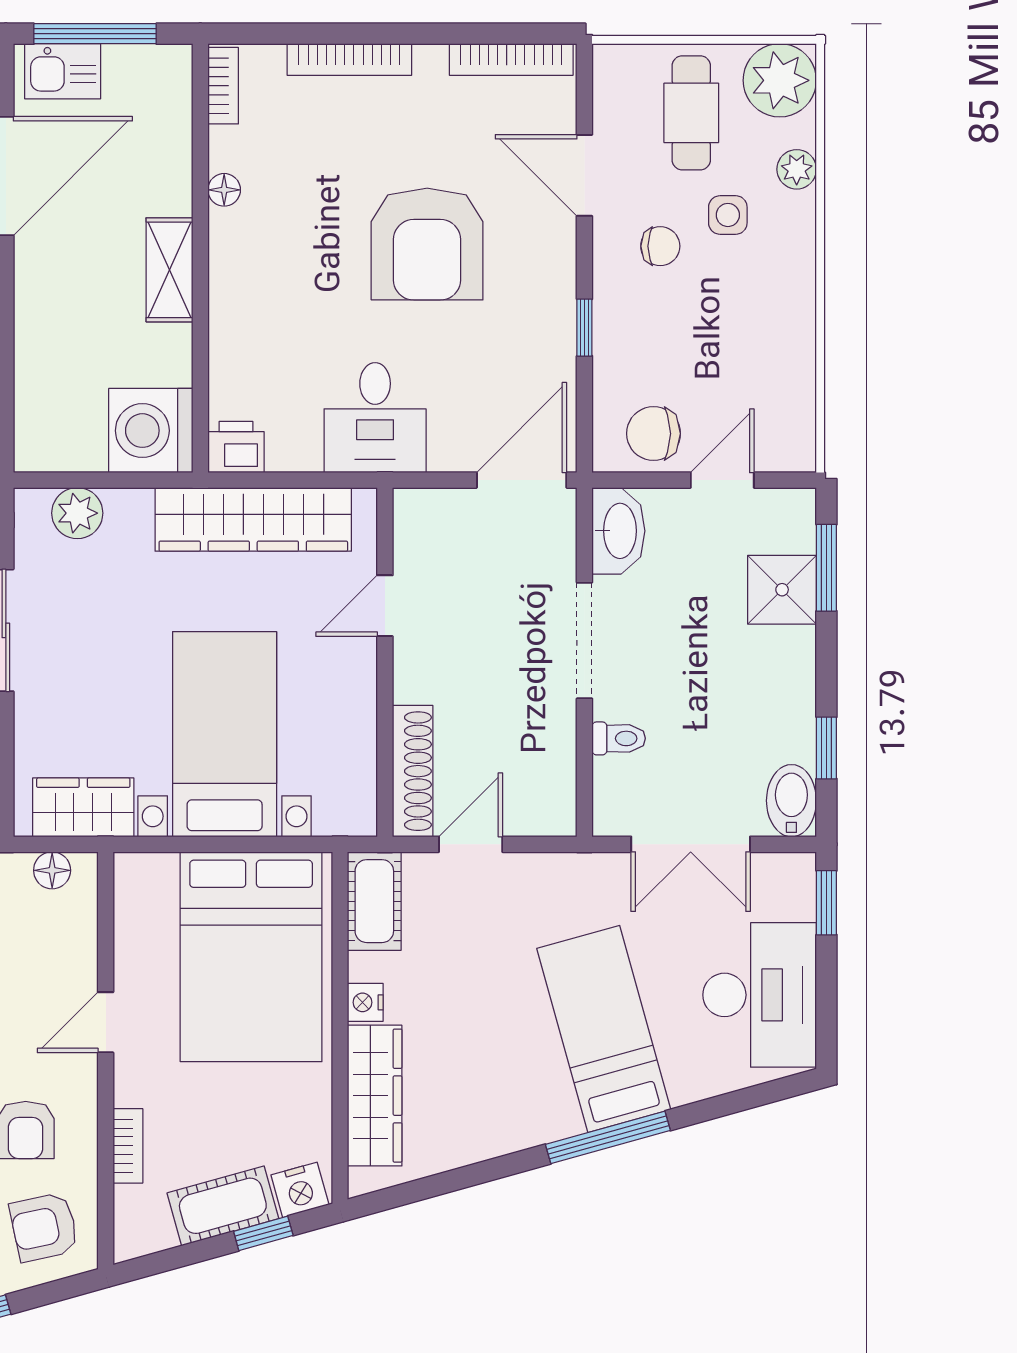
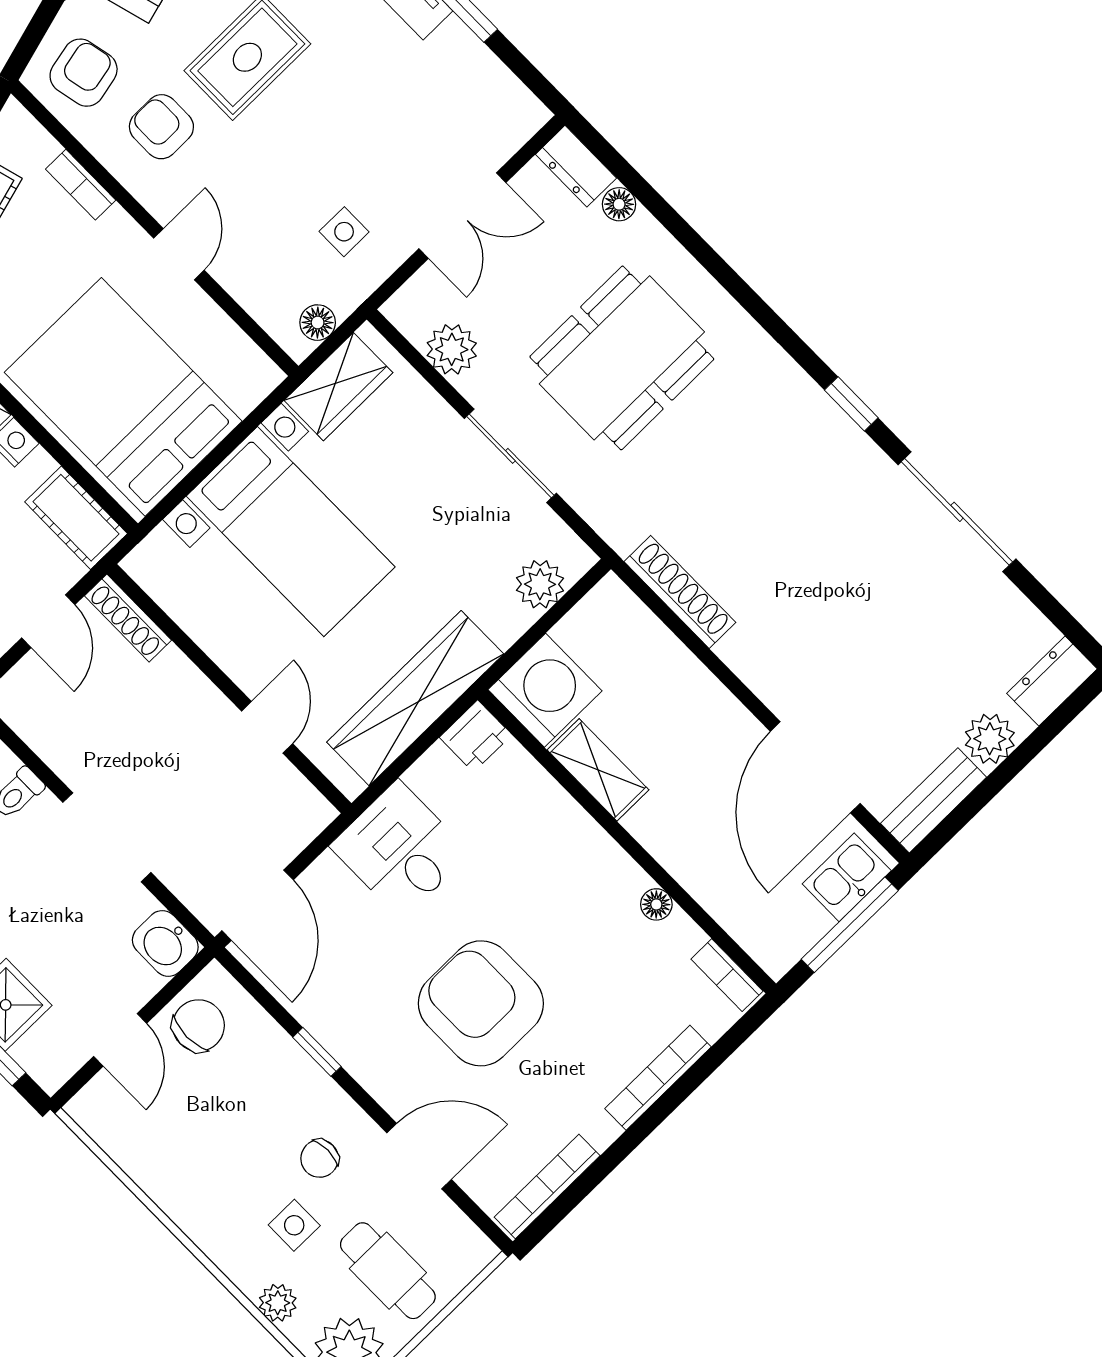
shelving: (169, 270) -> (598, 770), moved
washbasin: (618, 531) -> (165, 944), width x0.72
shoe rack: (413, 771) -> (128, 618), width x0.74, depth x0.81

